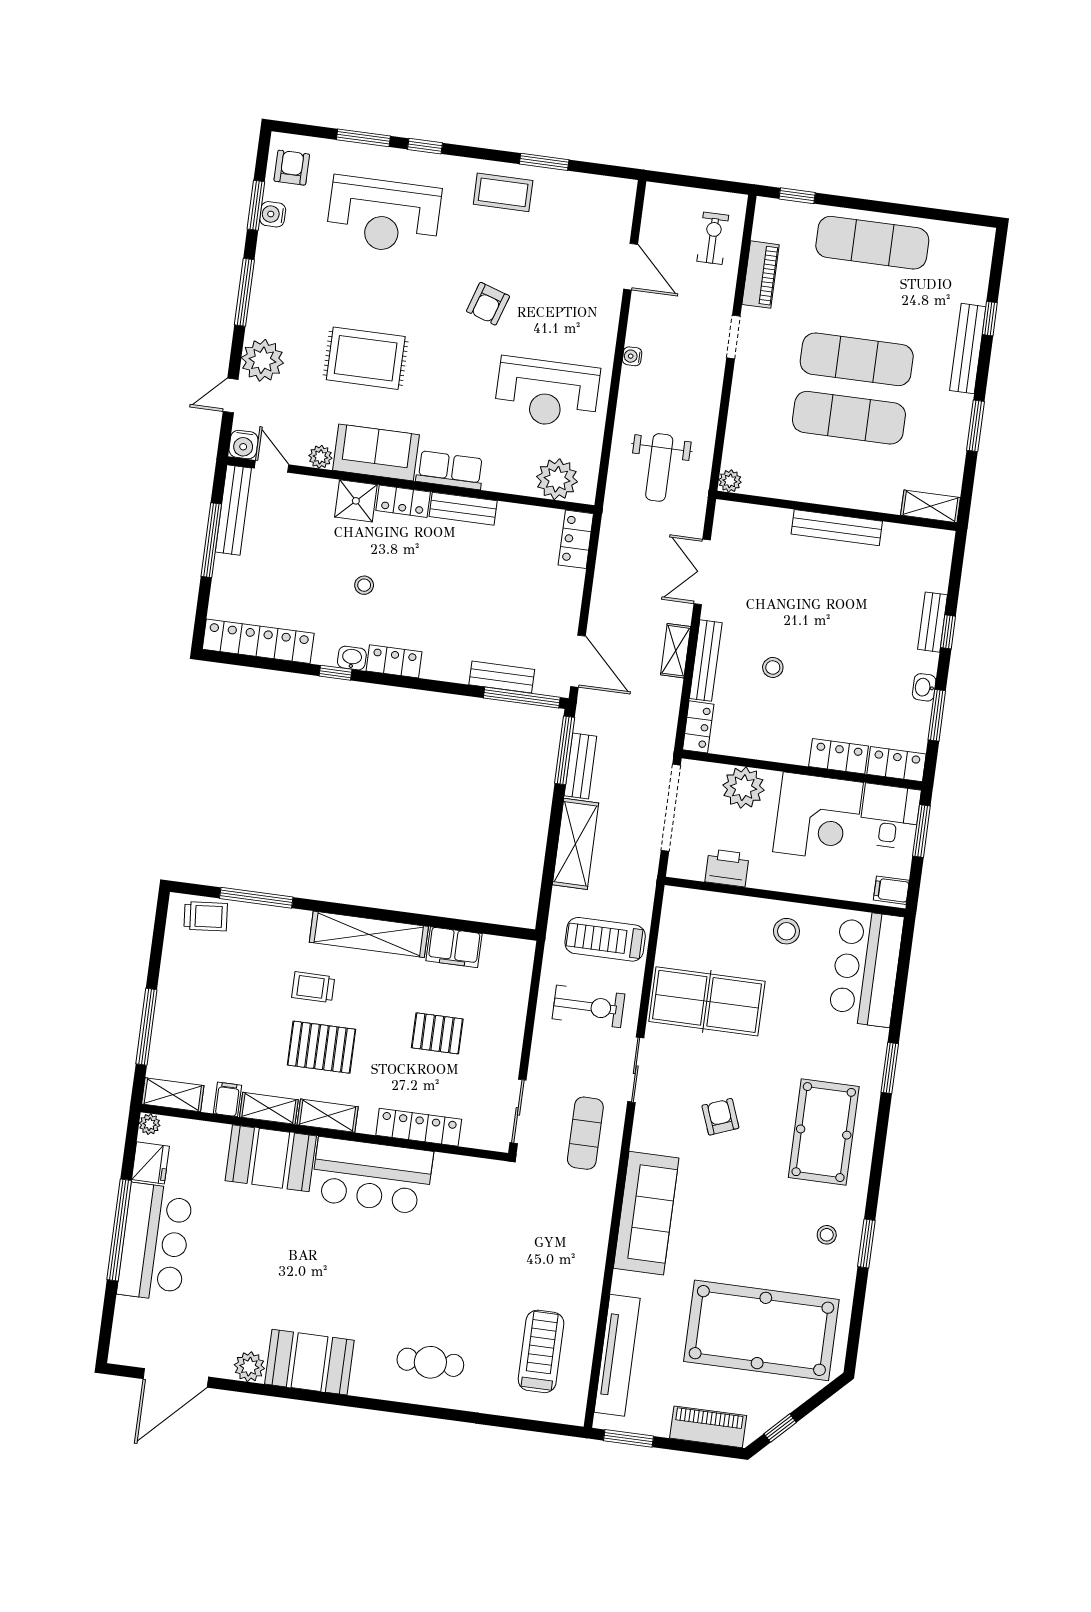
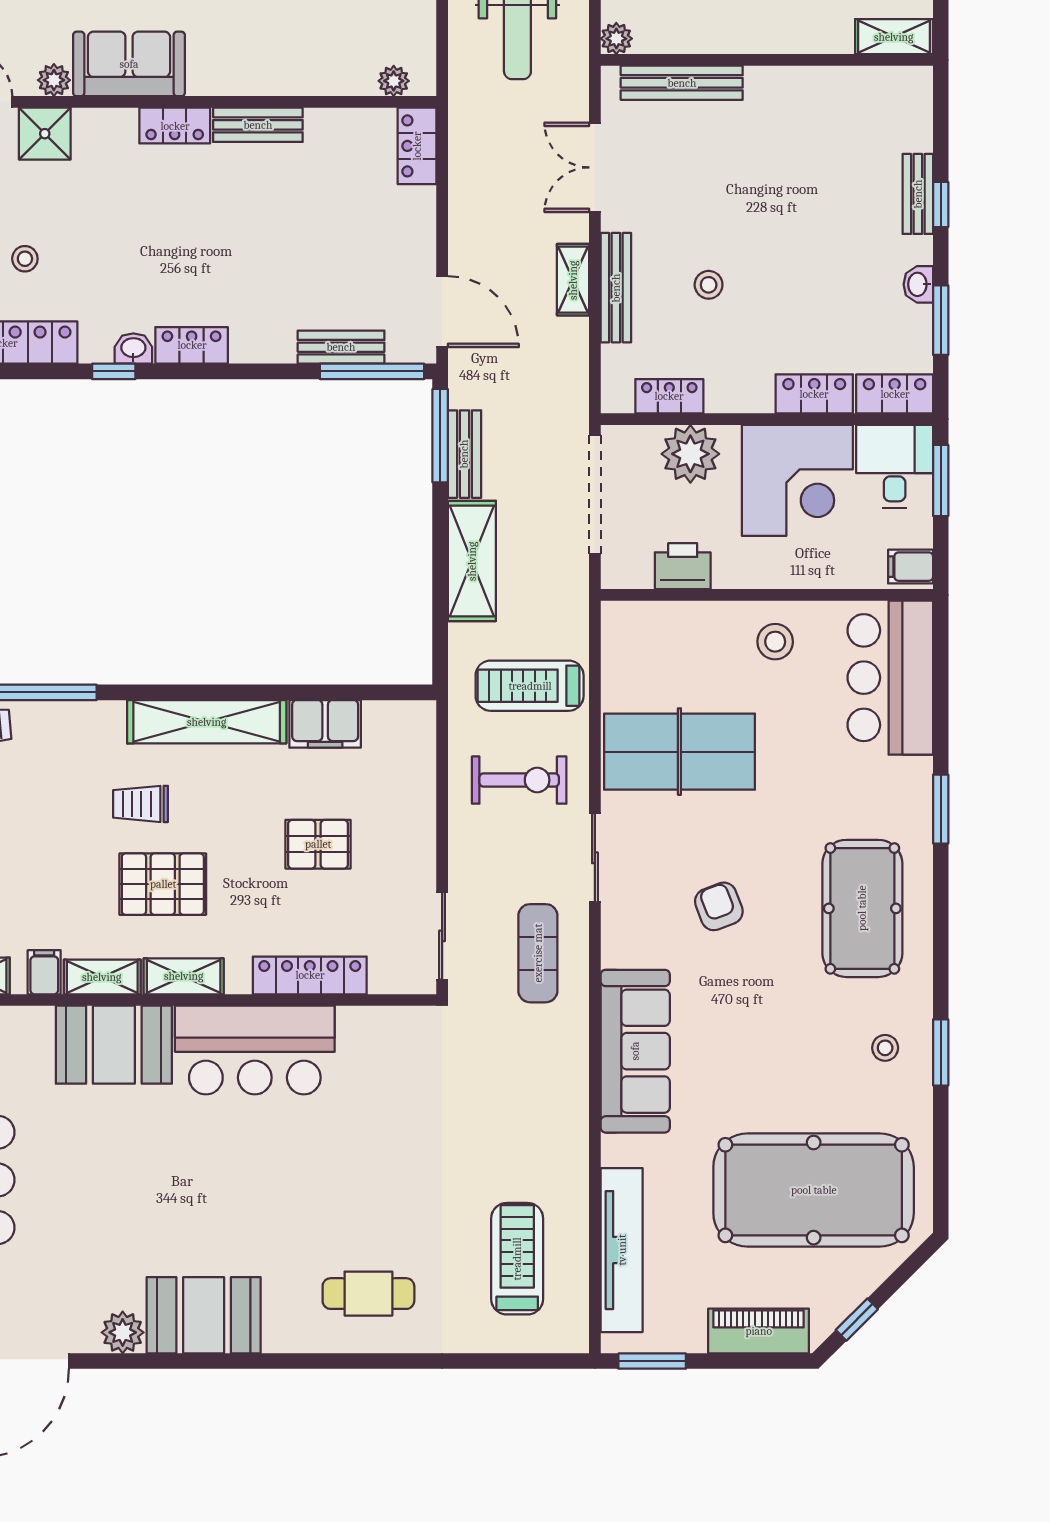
row of seats: (450, 470) -> (233, 75), removed
plant: (557, 479) -> (394, 81), width x0.53, depth x0.53
shower: (356, 501) -> (45, 134), moved
bench: (837, 528) -> (682, 83), moved
stool: (364, 585) -> (25, 259), moved
locker: (698, 727) -> (669, 396), moved, turned -90

